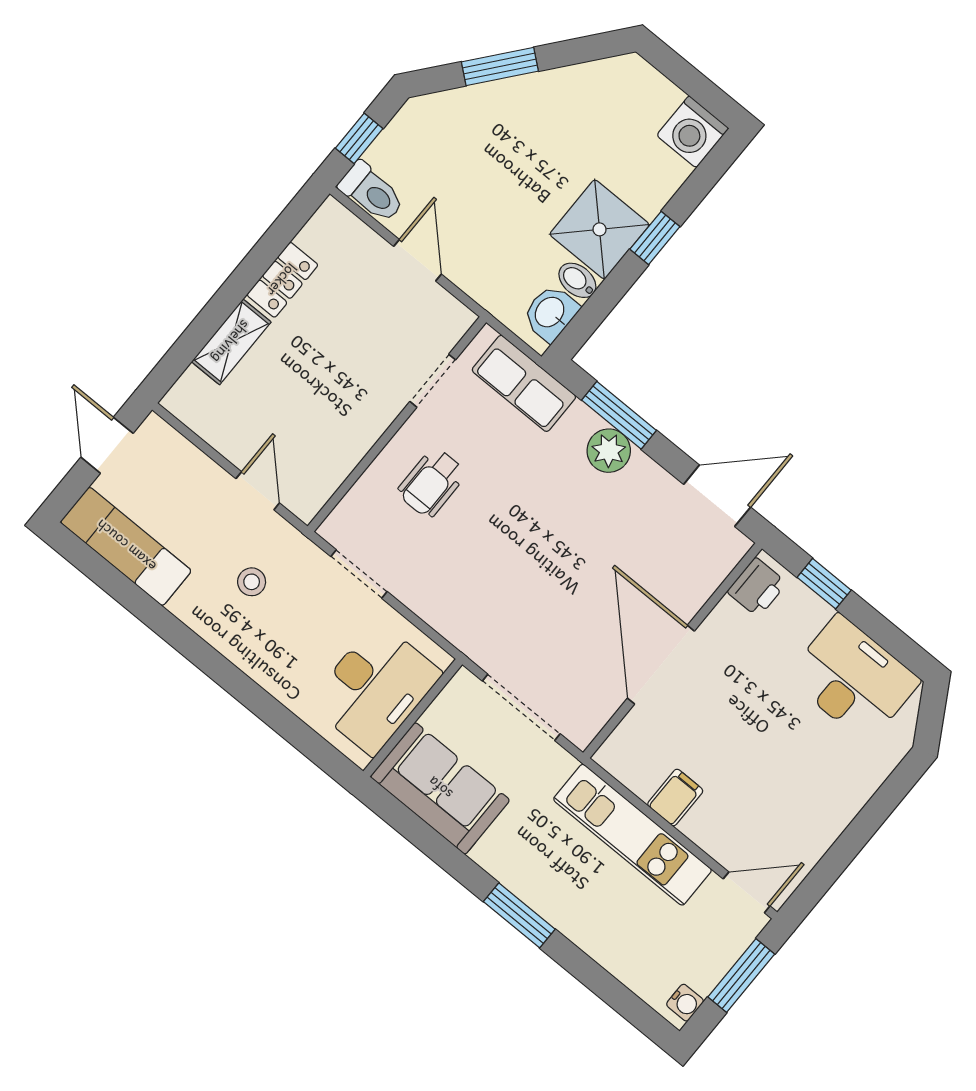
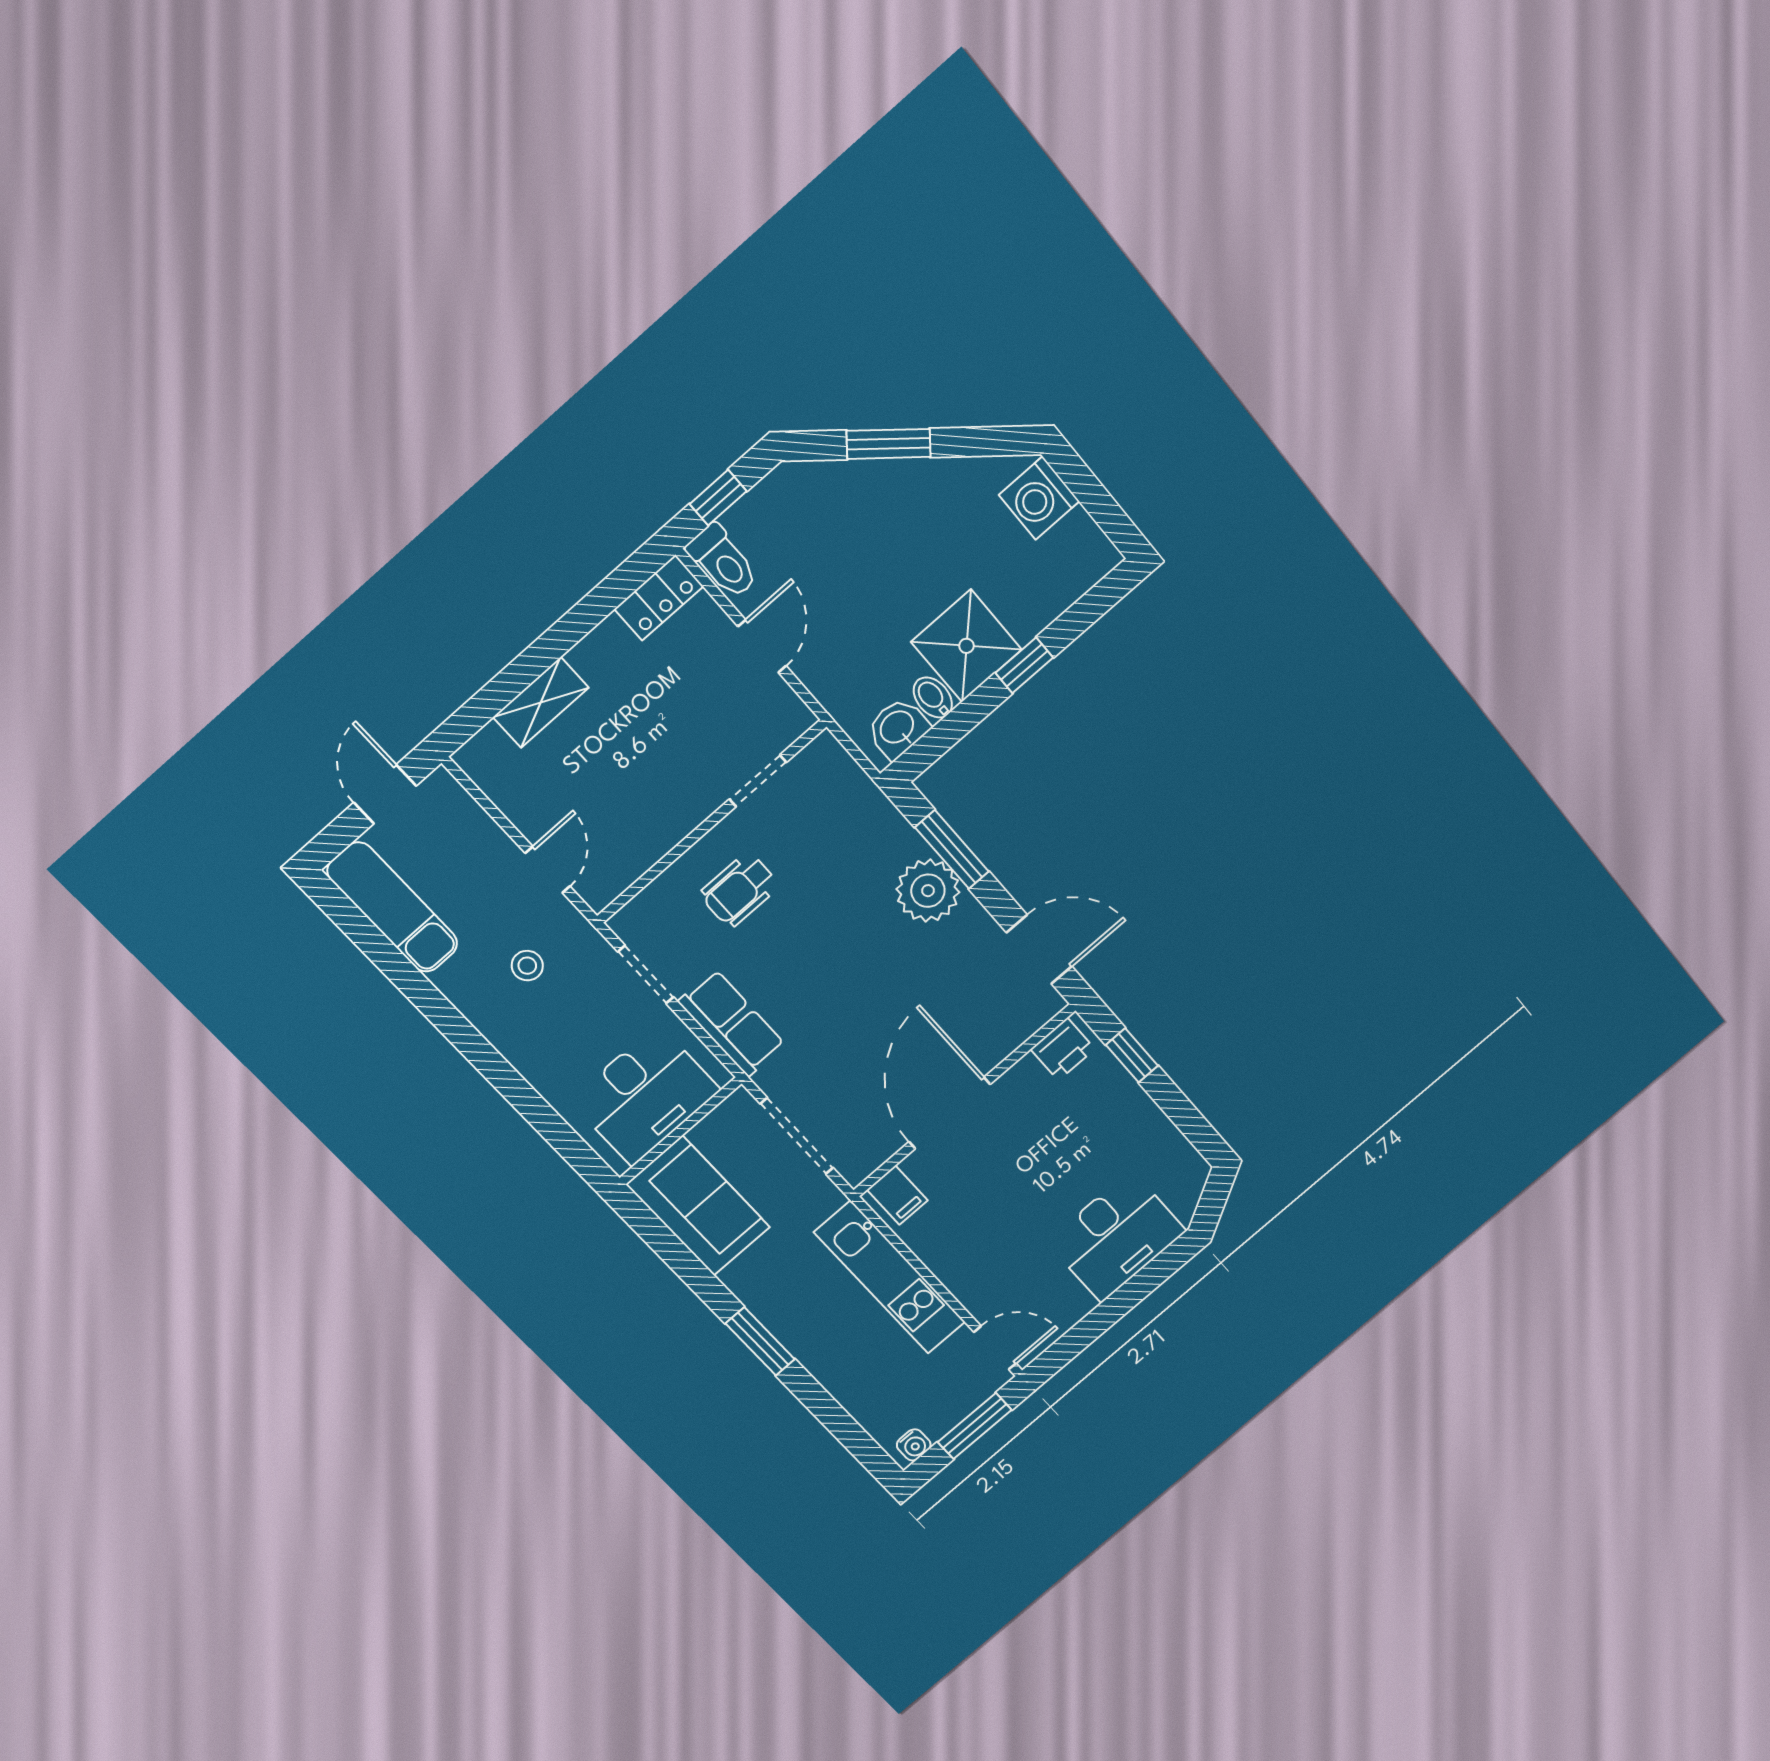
washing machine: (693, 132) -> (1039, 498), moved
locker: (282, 280) -> (659, 598), moved
row of seats: (524, 383) -> (732, 1023), moved, turned 180
plant: (609, 451) -> (928, 891), width x1.36, depth x1.36
desk: (853, 679) -> (1116, 1236), moved, turned 90
filing cabinet: (675, 798) -> (897, 1195), moved, turned 90

